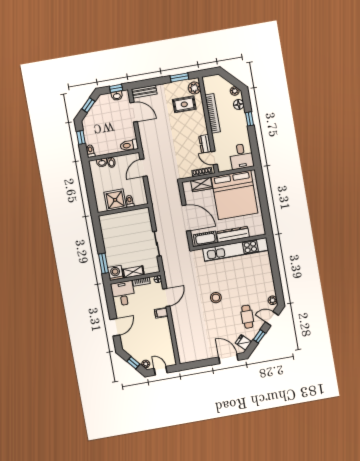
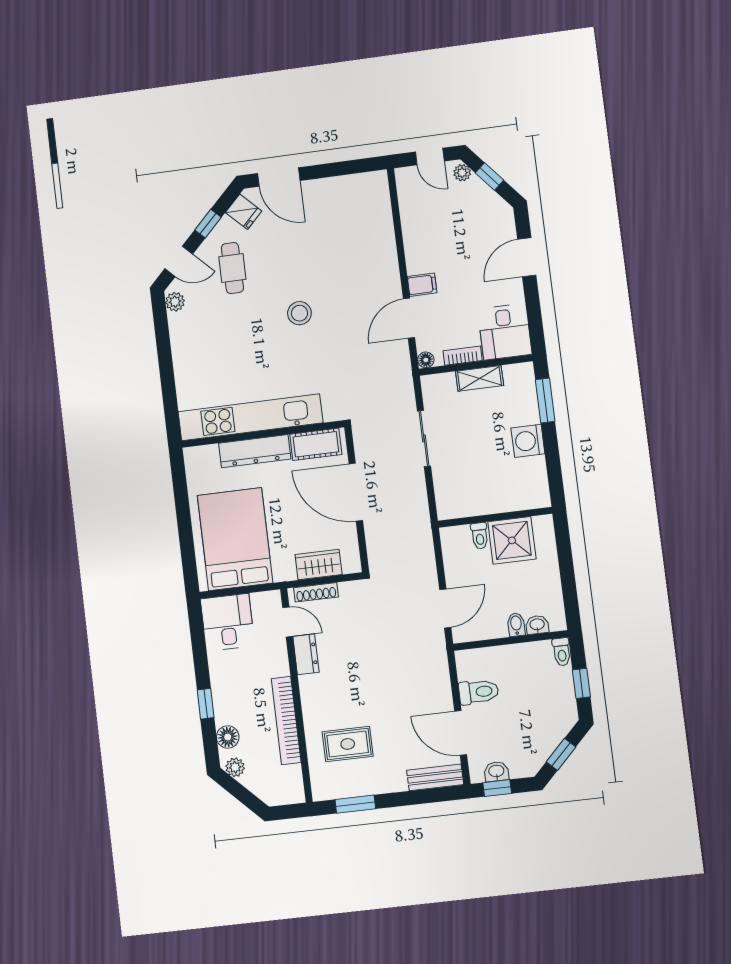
plant: (194, 88) -> (323, 779), removed
toilet: (129, 145) -> (479, 692), moved
bed: (235, 195) -> (235, 539), width x0.73
washing machine: (115, 273) -> (528, 441), moved, turned 90

